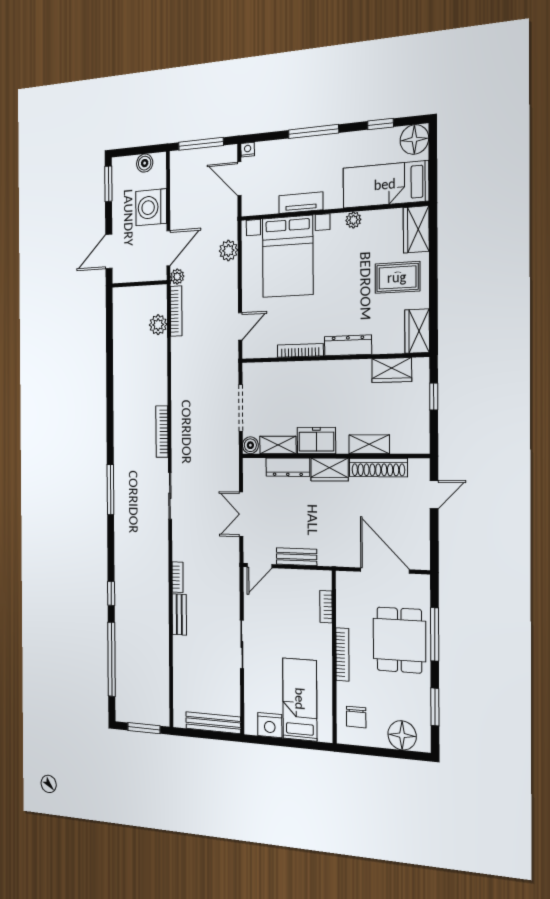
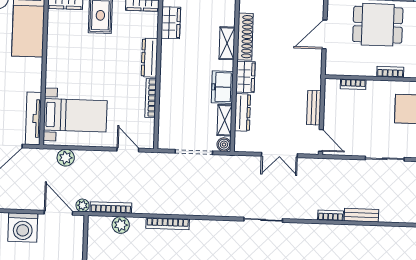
tv unit: (301, 203) -> (33, 118), moved, width x1.41
plant: (353, 220) -> (53, 49), removed
bed with nightstands: (288, 256) -> (75, 115), width x0.73
bookcase: (162, 432) -> (168, 224), moved
door: (385, 571) -> (325, 34), width x0.73
bookcase: (342, 654) -> (390, 72), width x0.64

